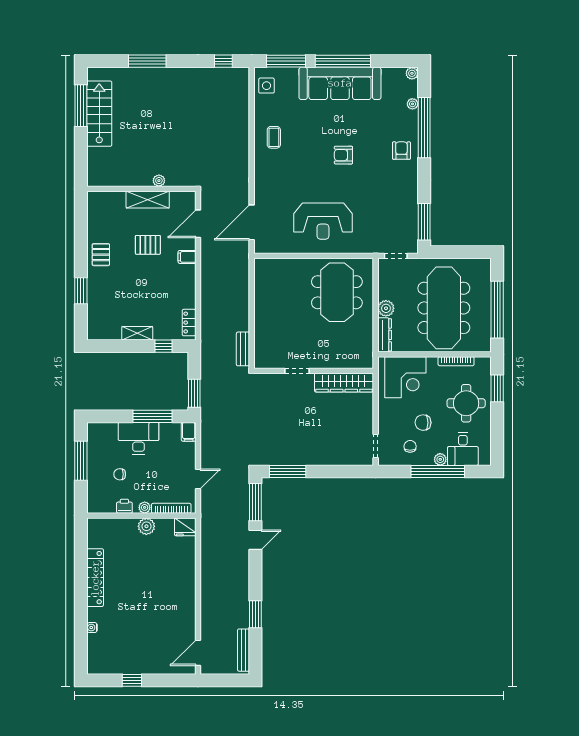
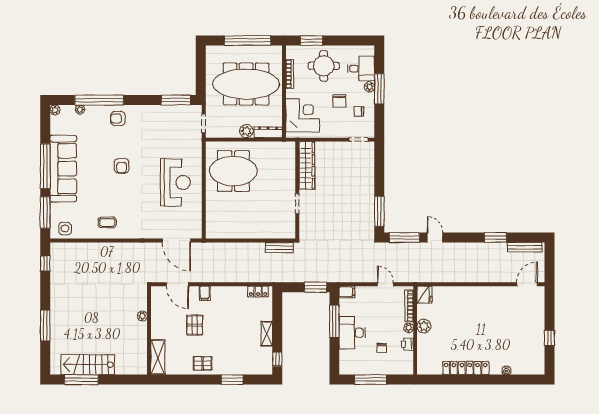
shelving: (148, 200) -> (158, 357), moved
window: (163, 346) -> (277, 359), moved
window: (438, 472) -> (379, 89), width x0.68
door: (198, 653) -> (527, 284), swing flipped

